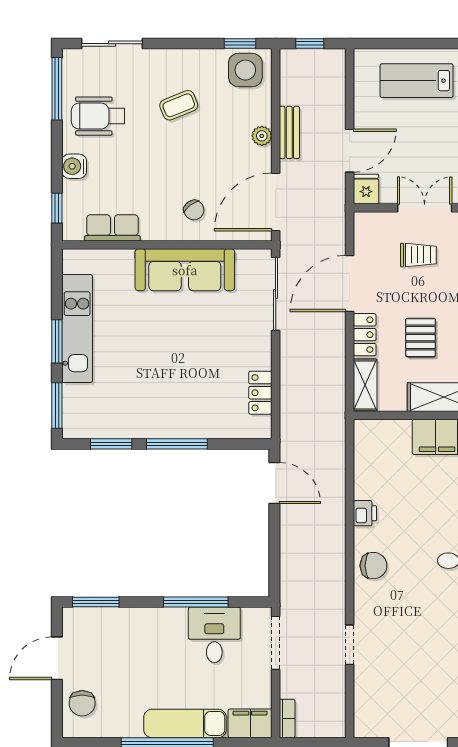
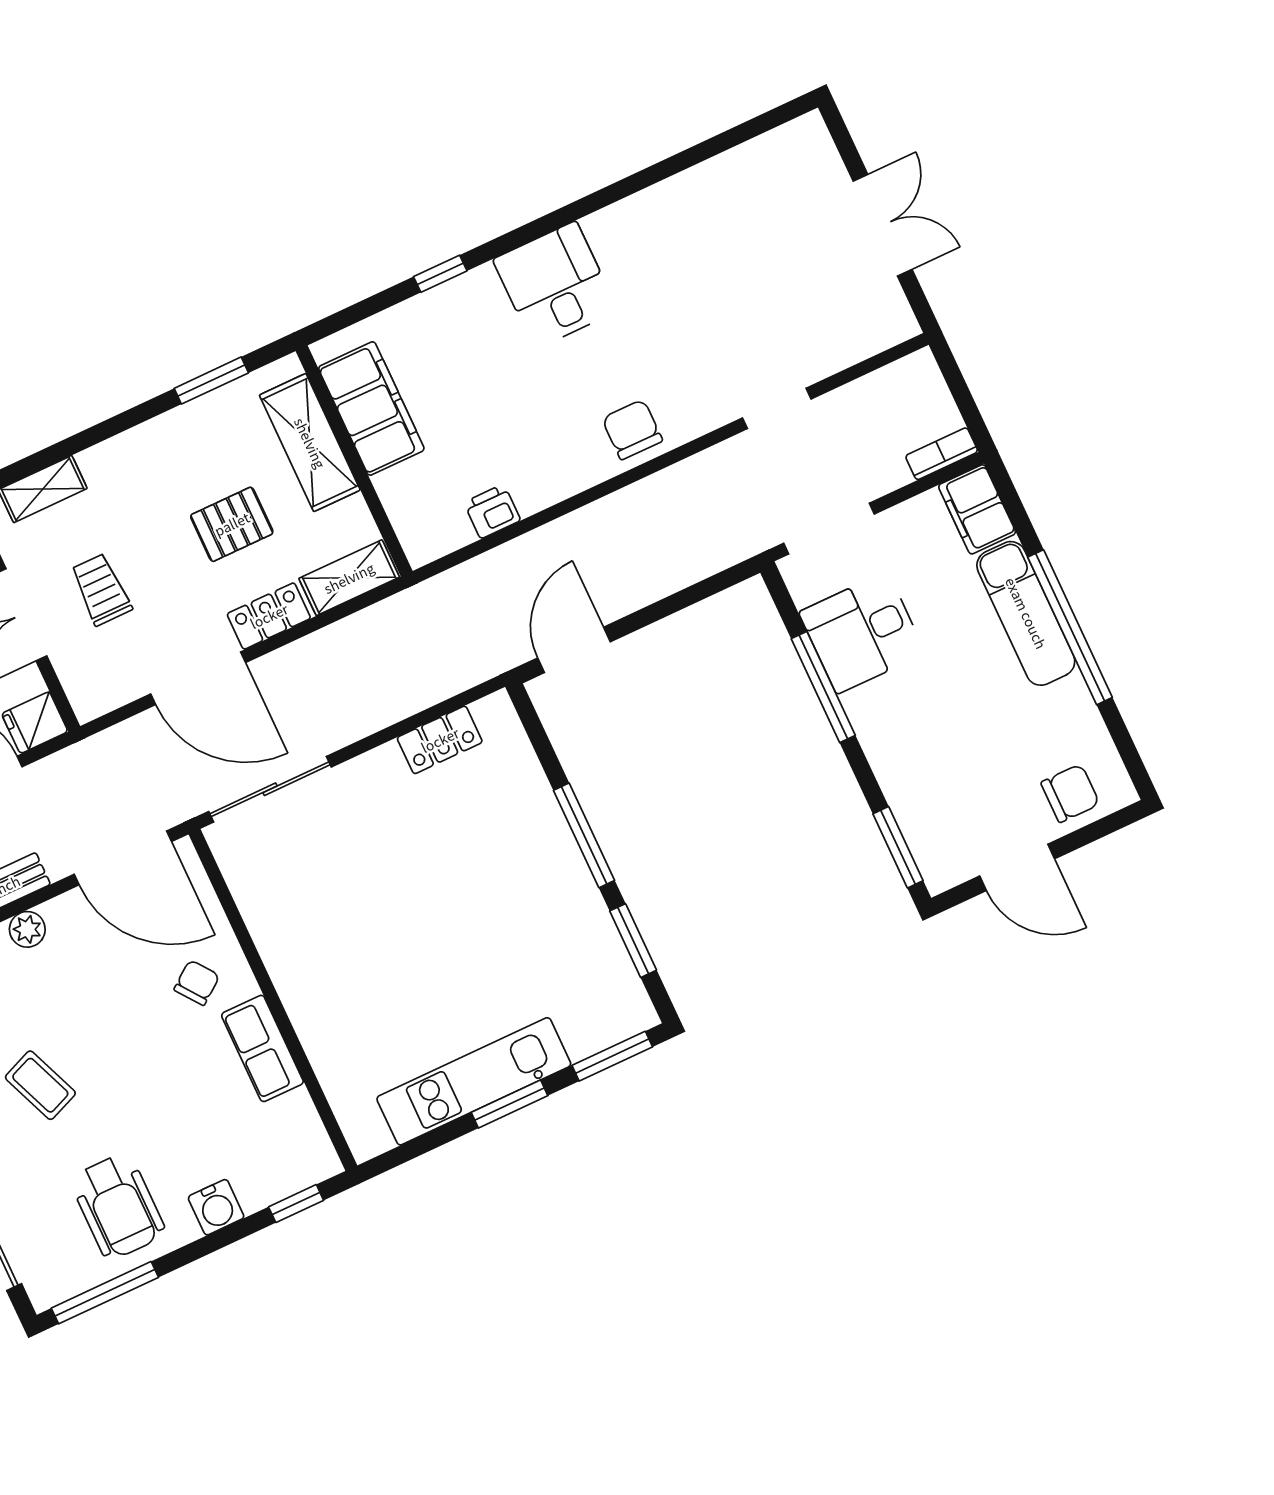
row of seats: (112, 228) -> (262, 1048), moved
sofa: (185, 270) -> (299, 953), removed
printer: (365, 513) -> (492, 511), moved

